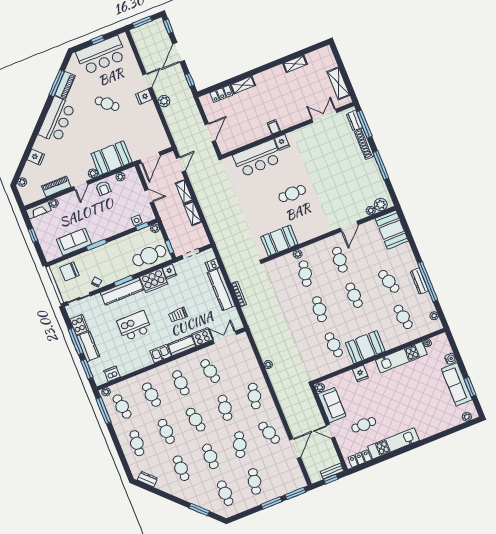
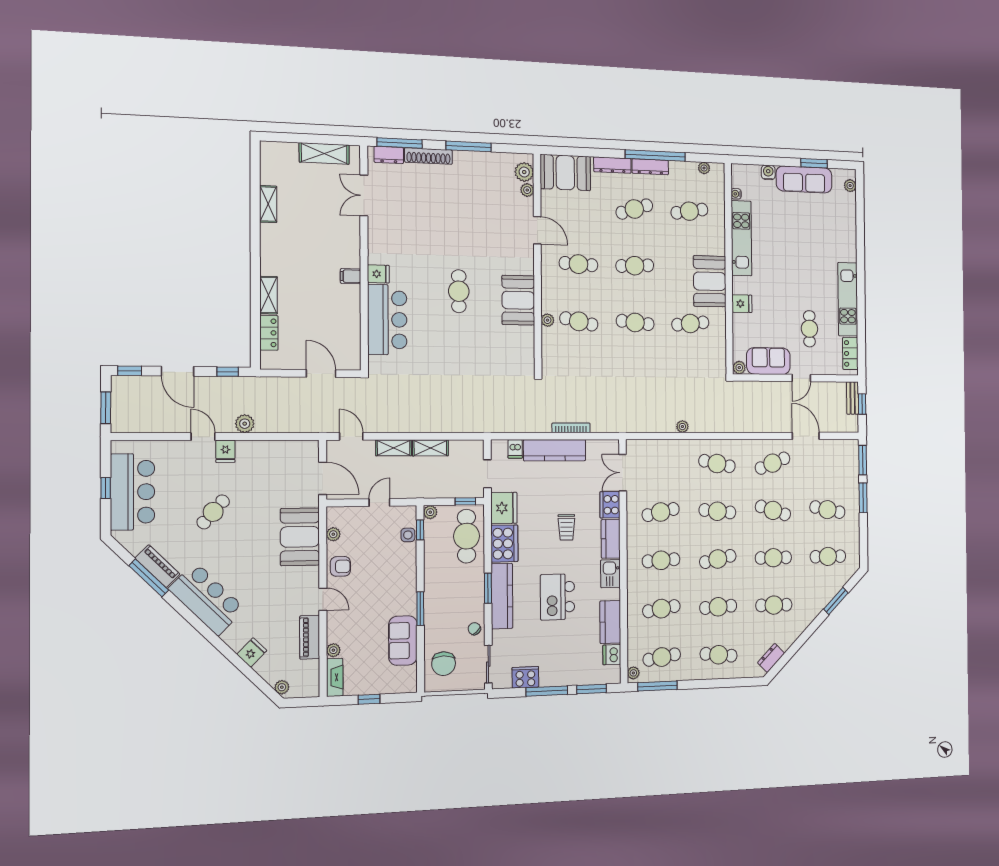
plant: (93, 173) -> (312, 574), removed
booth: (279, 241) -> (518, 300), moved
dresser: (410, 257) -> (612, 165), added
fridge: (169, 271) -> (504, 508), width x1.88, depth x1.34
kitchen counter: (88, 346) -> (610, 622), moved, turned -90

